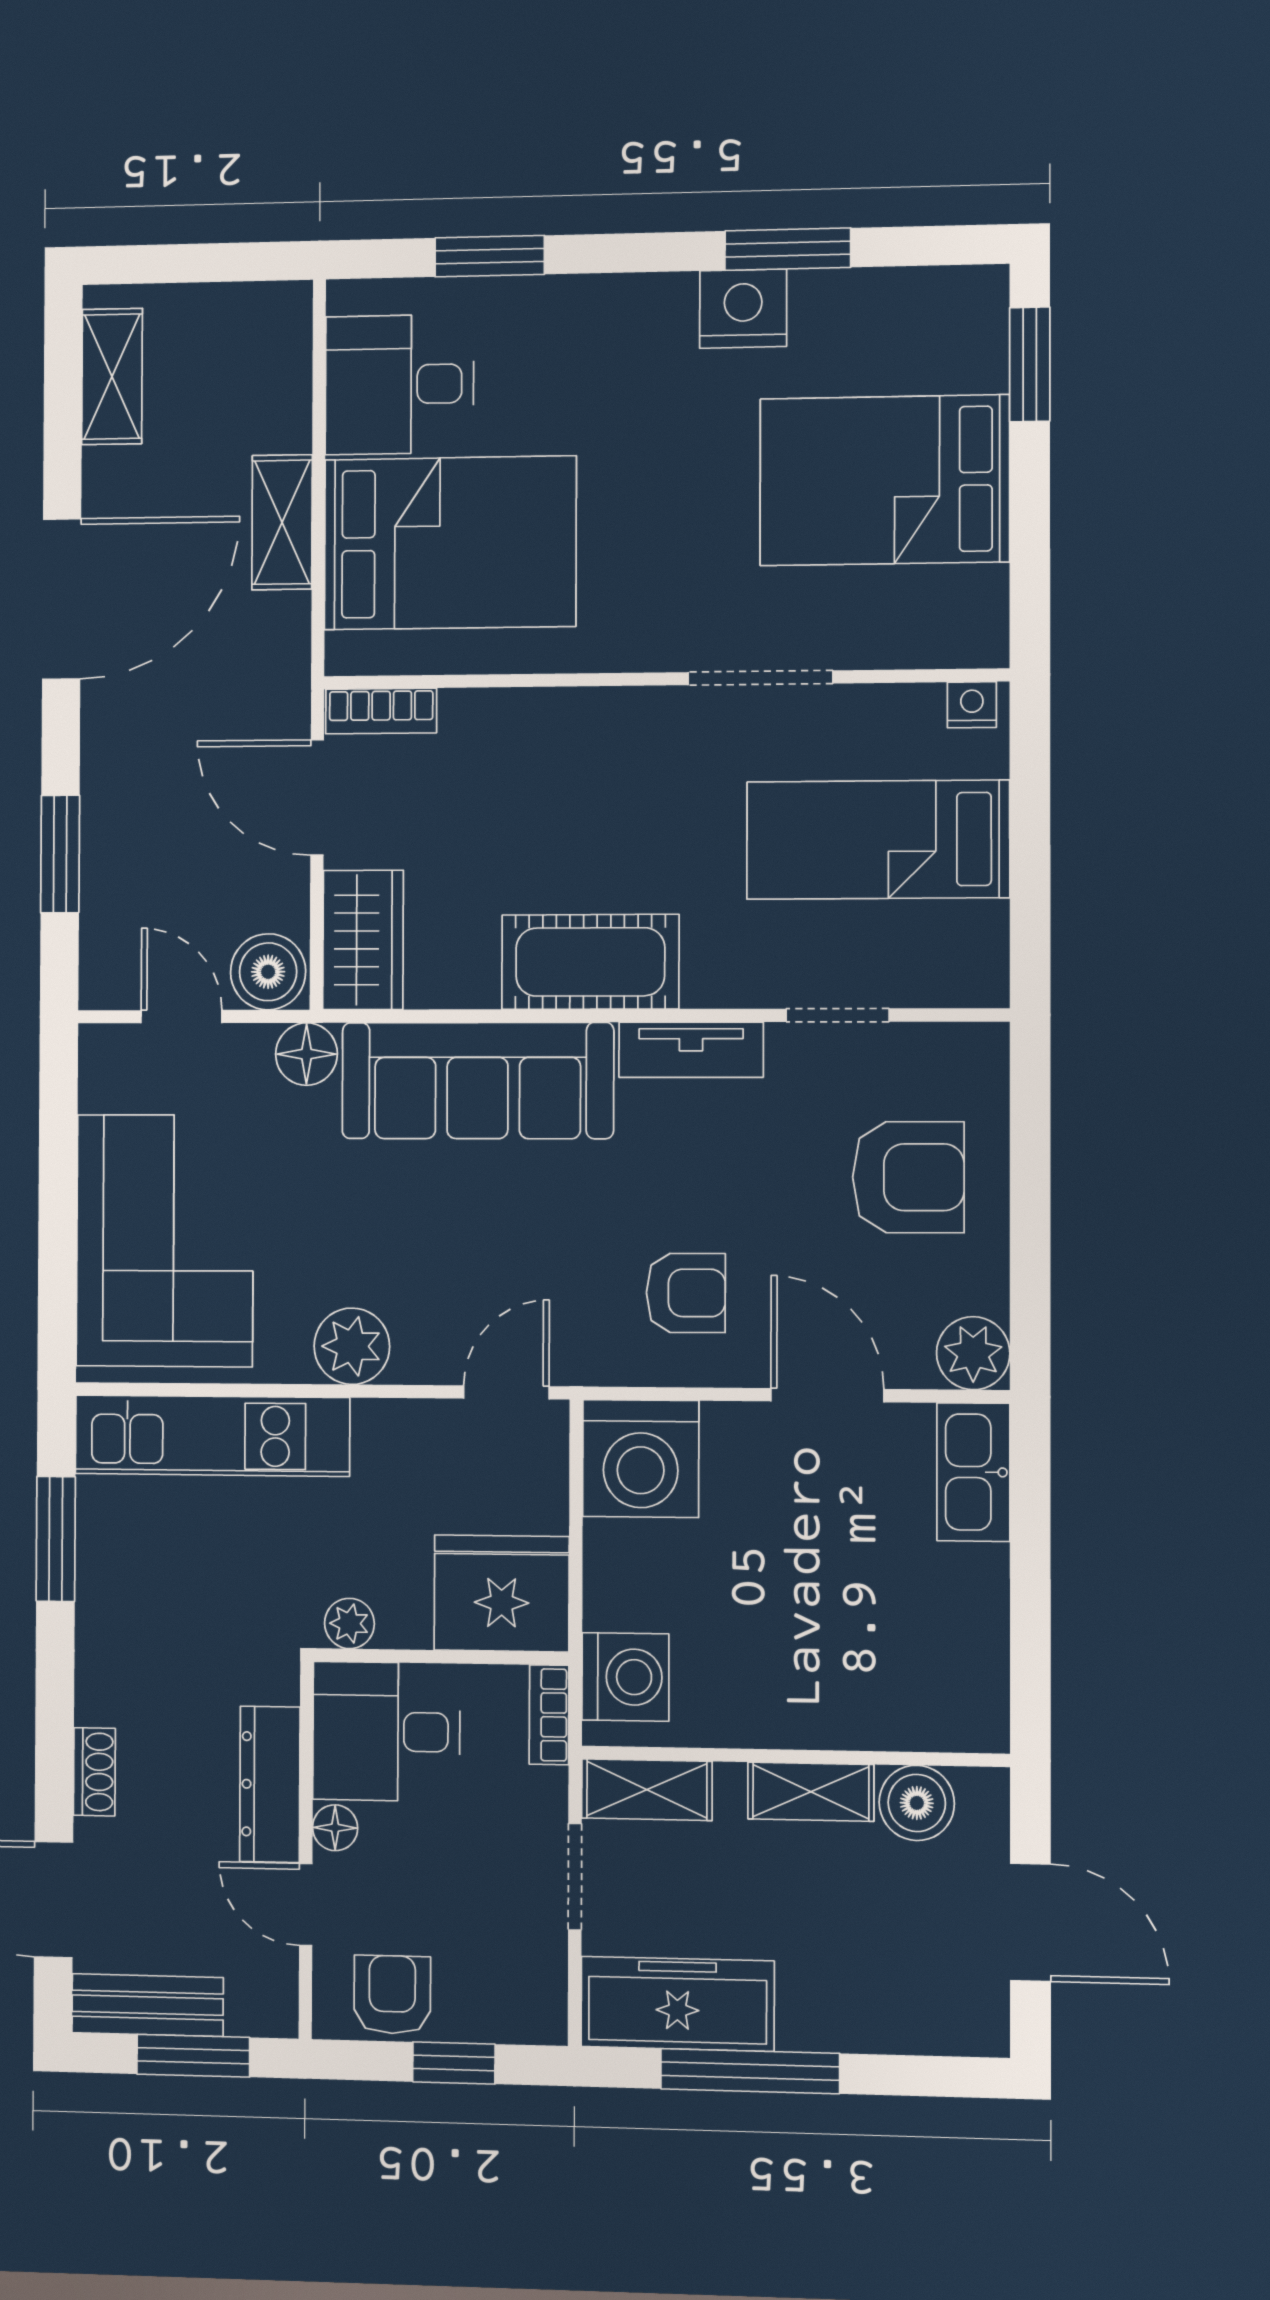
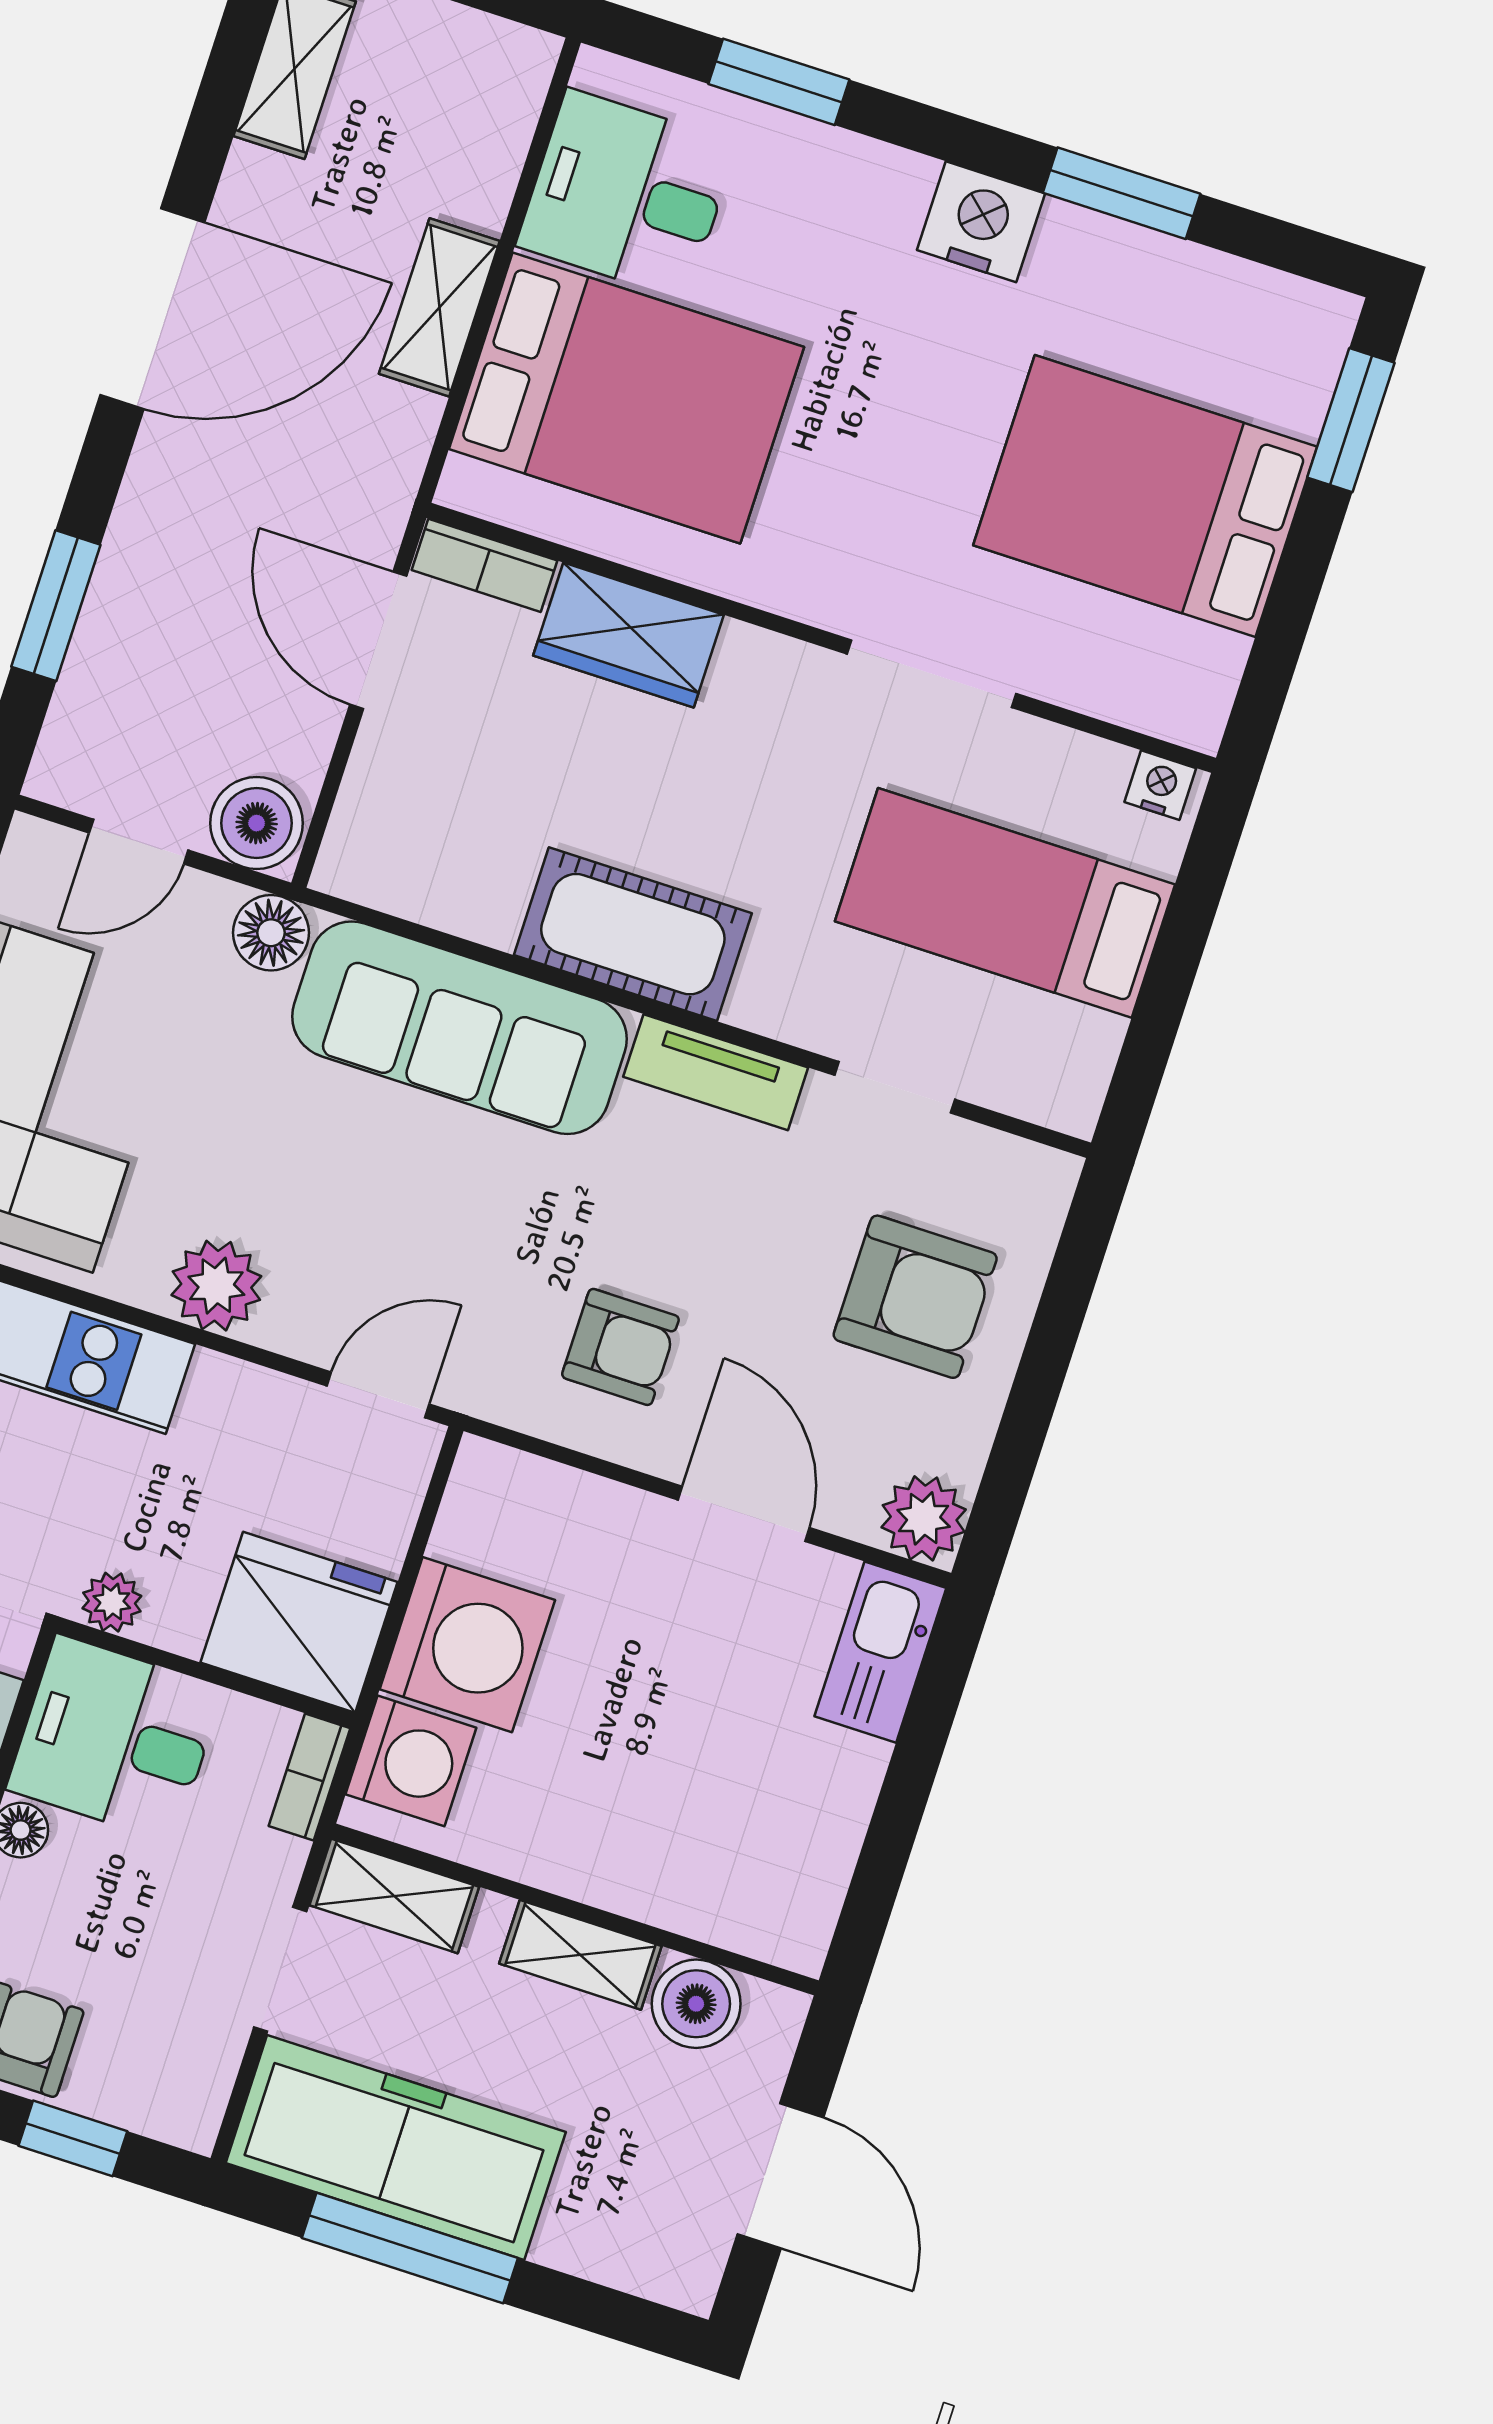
nightstand: (743, 309) -> (981, 222), moved
wardrobe: (363, 940) -> (629, 635), moved, turned 90
door: (181, 1017) -> (139, 842), swing flipped
washing machine: (641, 1459) -> (467, 1645), moved, turned -90
freezer: (677, 2004) -> (396, 2147), width x1.36, depth x1.26

